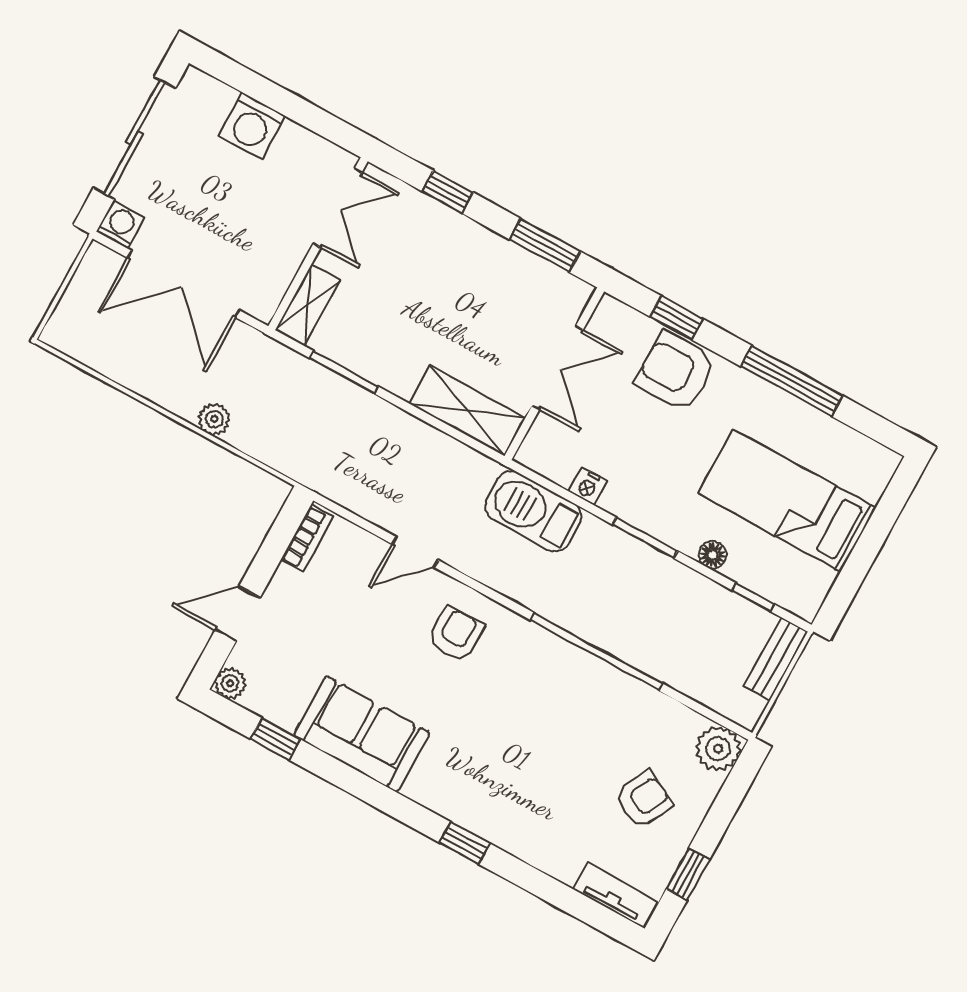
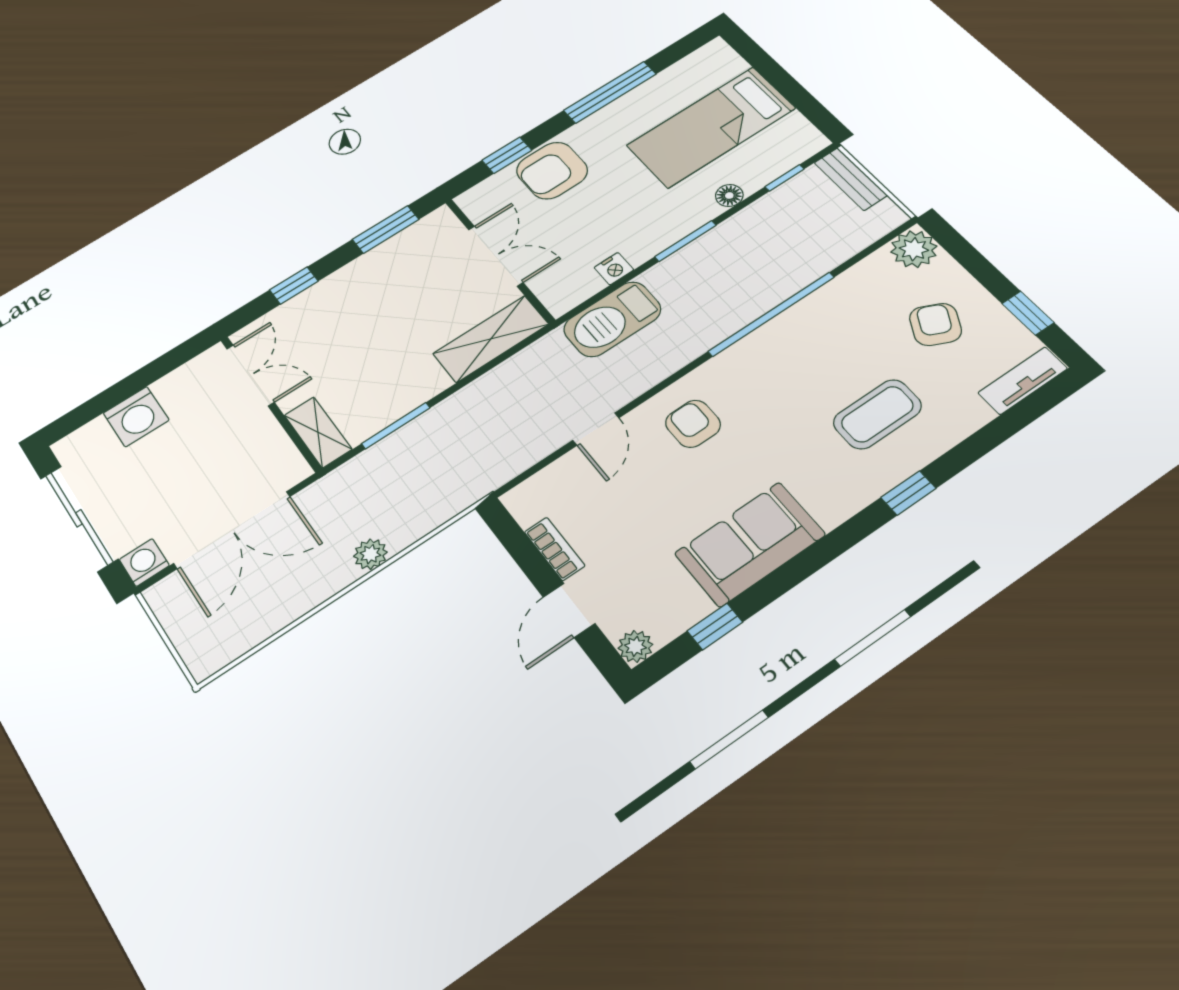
bookcase: (307, 538) -> (555, 549), moved
coffee table: (531, 787) -> (877, 414), added

